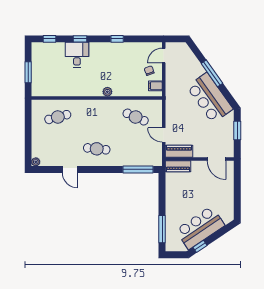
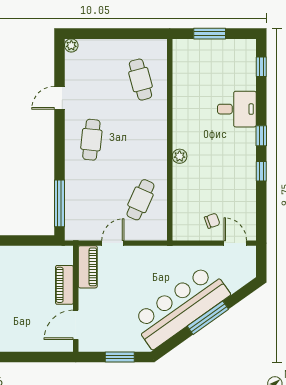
window: (80, 39) -> (261, 136), moved
filing cabinet: (155, 86) -> (189, 230), removed
bar counter: (210, 98) -> (181, 307), width x1.36
piano: (178, 166) -> (64, 285), moved

